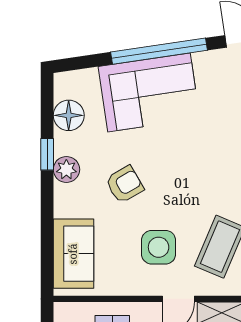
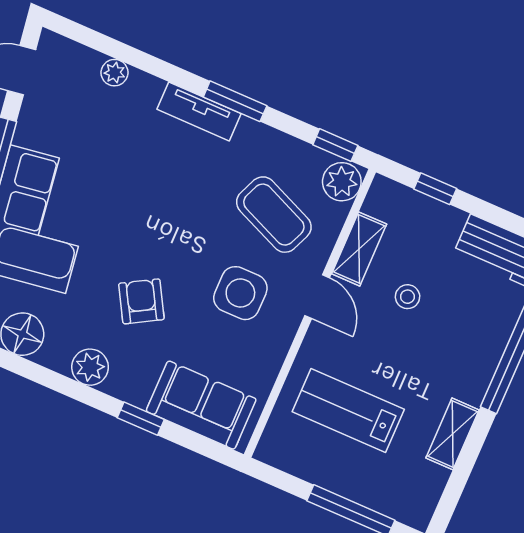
window: (47, 154) -> (141, 419), moved

